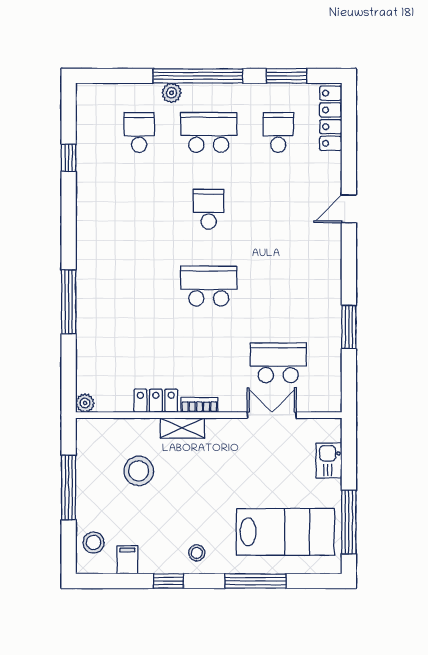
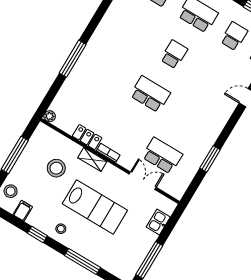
lab bench: (285, 532) -> (95, 207), moved

